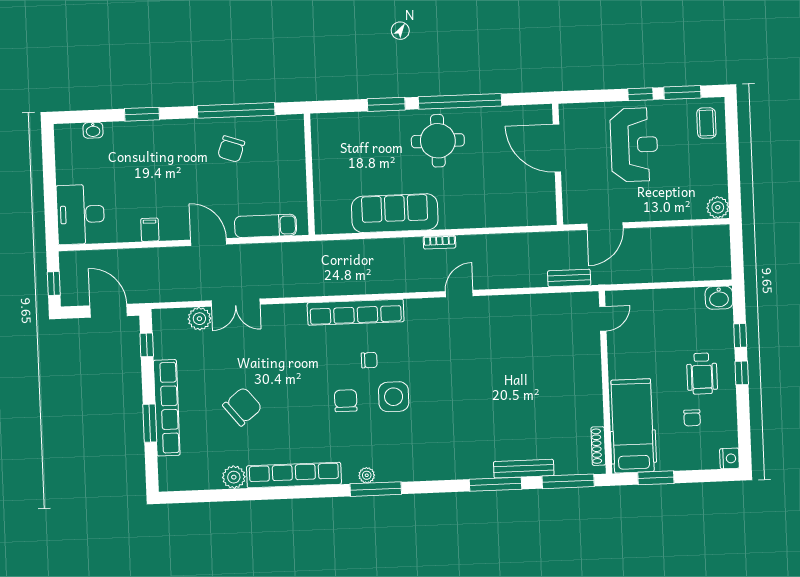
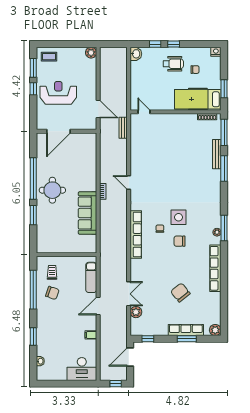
trolley: (273, 147) -> (52, 272), added
row of seats: (167, 408) -> (186, 330), width x0.73
plant: (234, 477) -> (215, 330), moved

